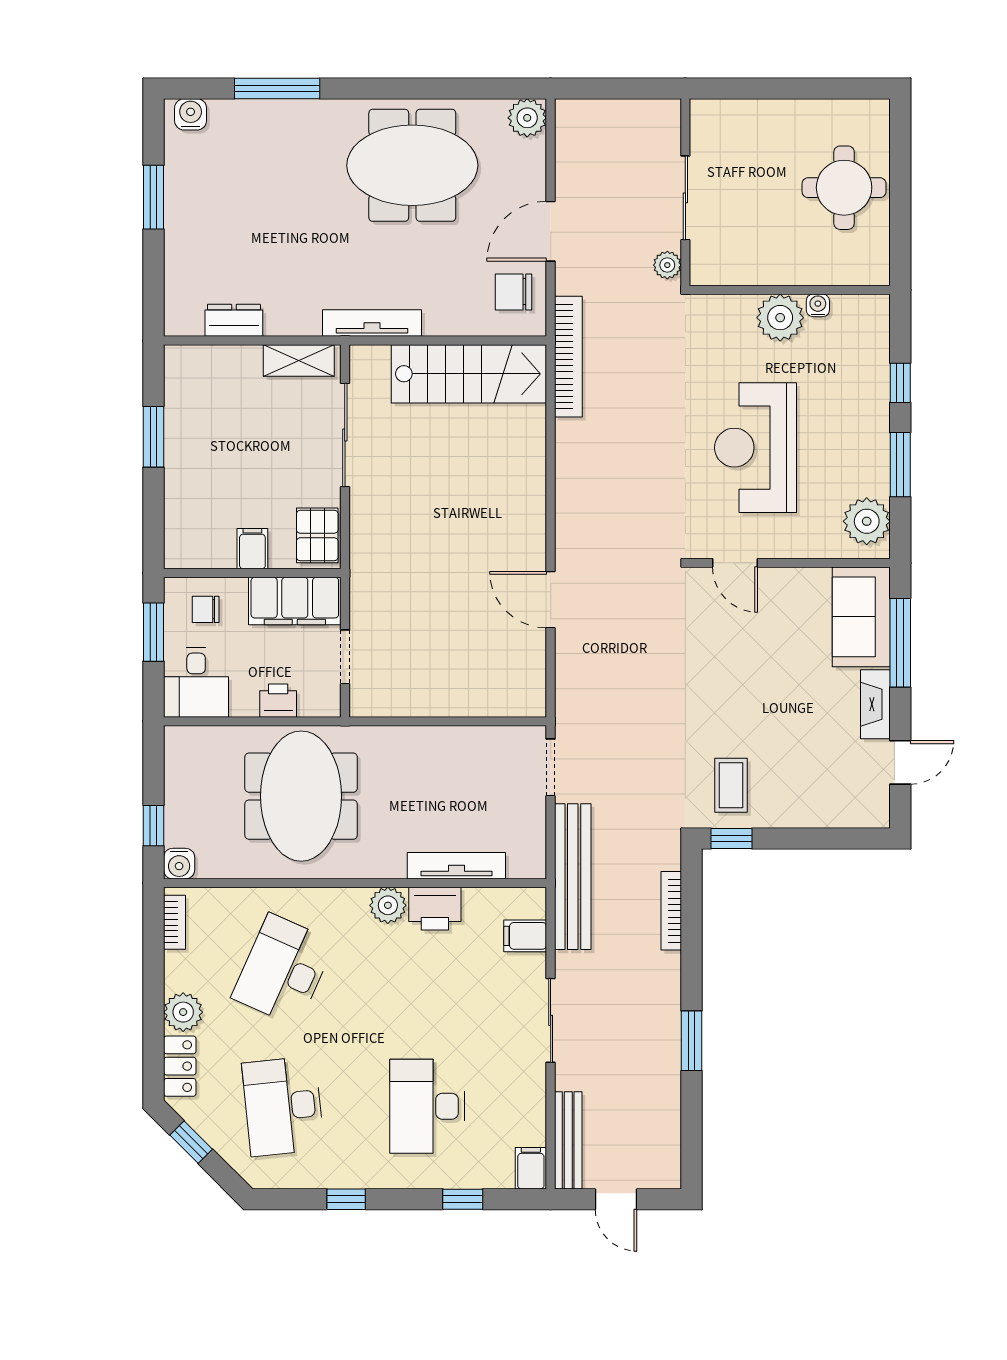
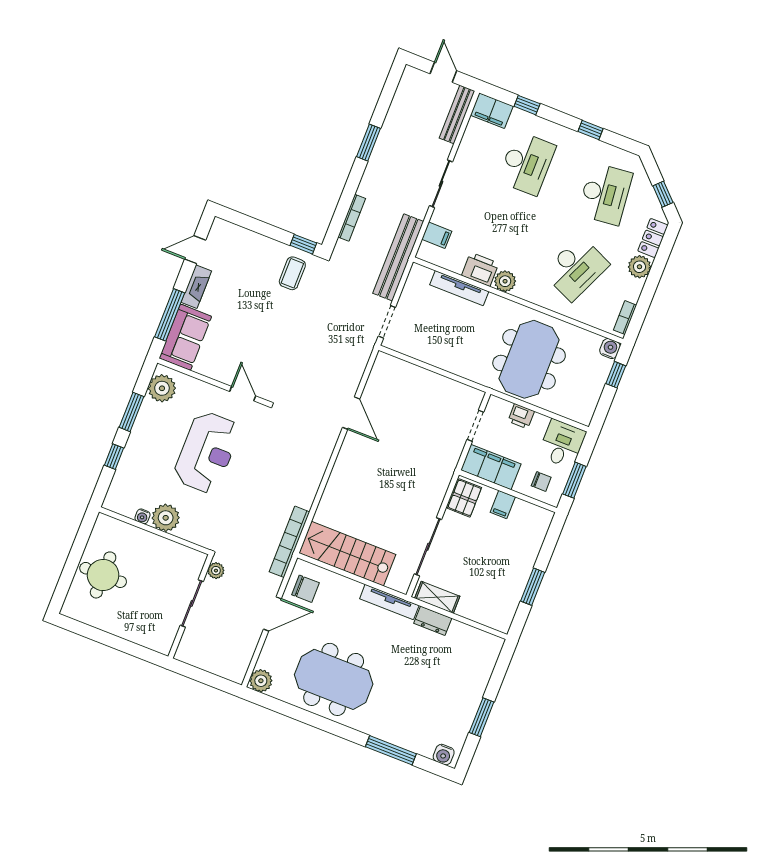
dresser: (234, 320) -> (433, 621), moved
filing cabinet: (531, 1168) -> (492, 111), width x2.00

